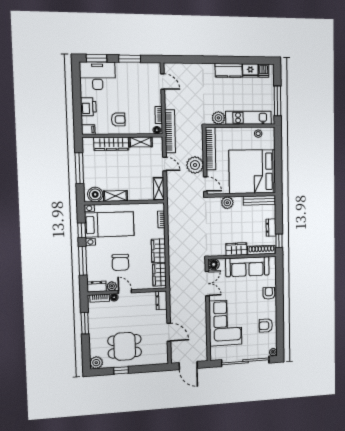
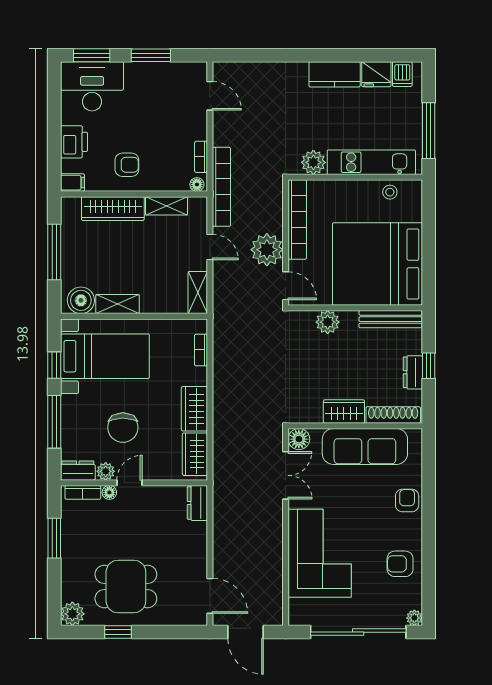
window: (279, 241) -> (429, 366), moved
door: (125, 292) -> (130, 483), hinge flipped
door: (169, 332) -> (210, 596), moved

